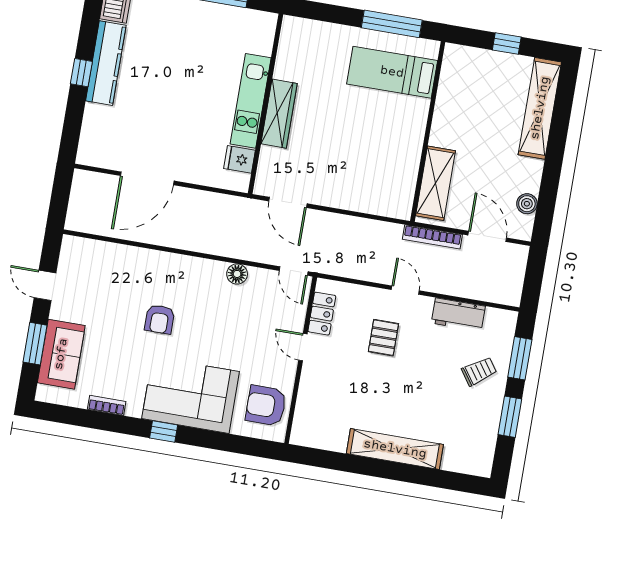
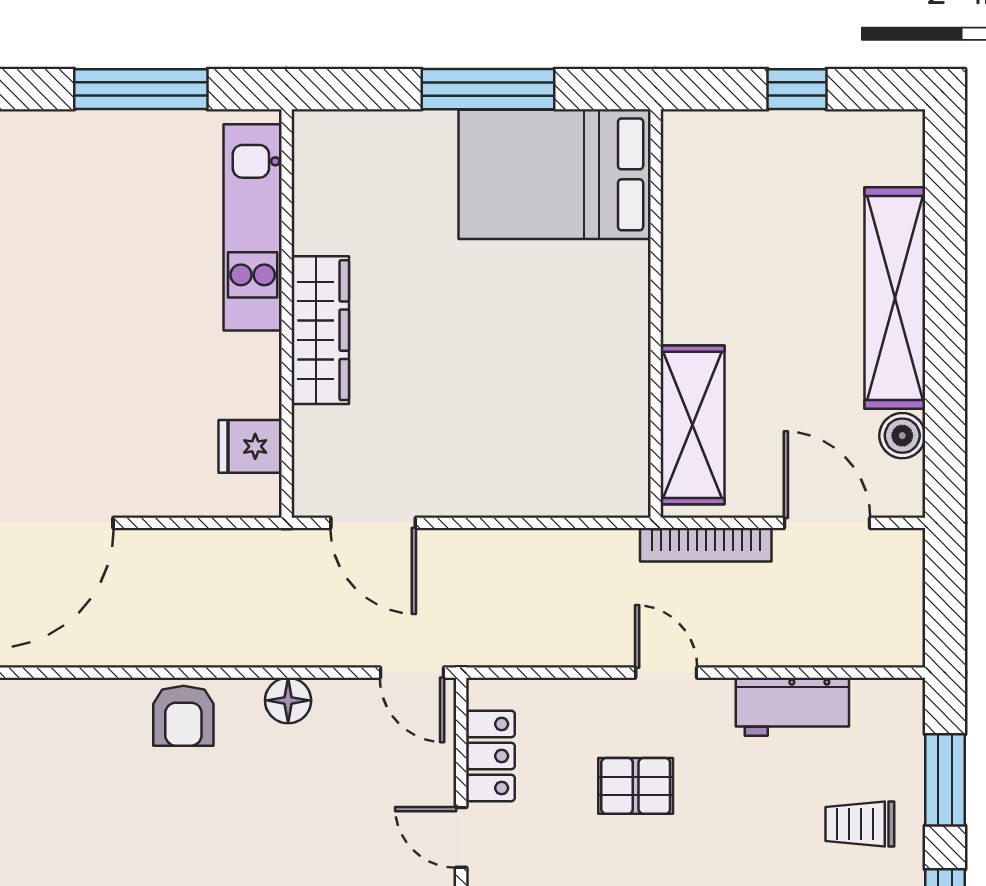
window: (392, 24) -> (488, 89), moved
bed: (392, 72) -> (555, 174), width x1.50
kitchen unit: (251, 101) -> (253, 227), moved
shelving: (540, 108) -> (895, 298), moved
armchair: (160, 319) -> (183, 716), moved
pallet: (383, 338) -> (636, 786), turned 90
trolley: (479, 371) -> (860, 824), turned -145

